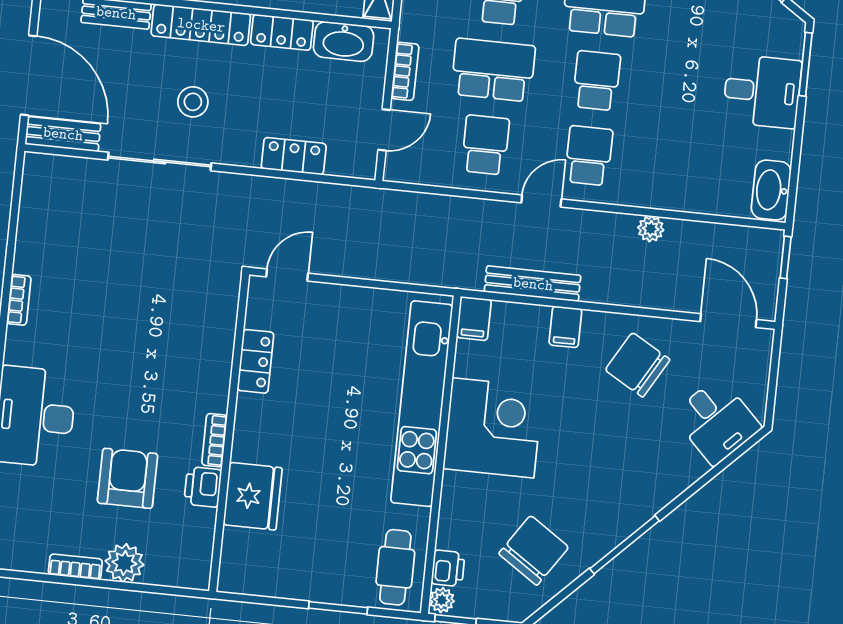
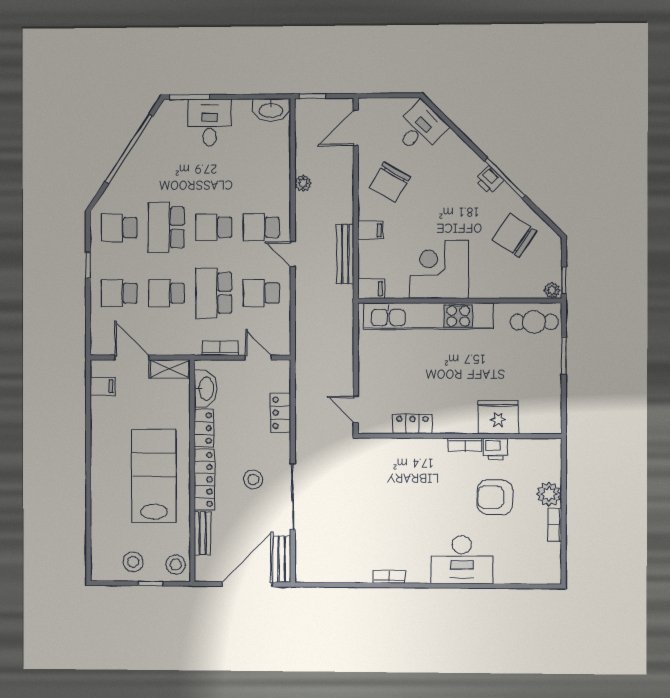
printer: (448, 568) -> (489, 180), moved, turned -135

